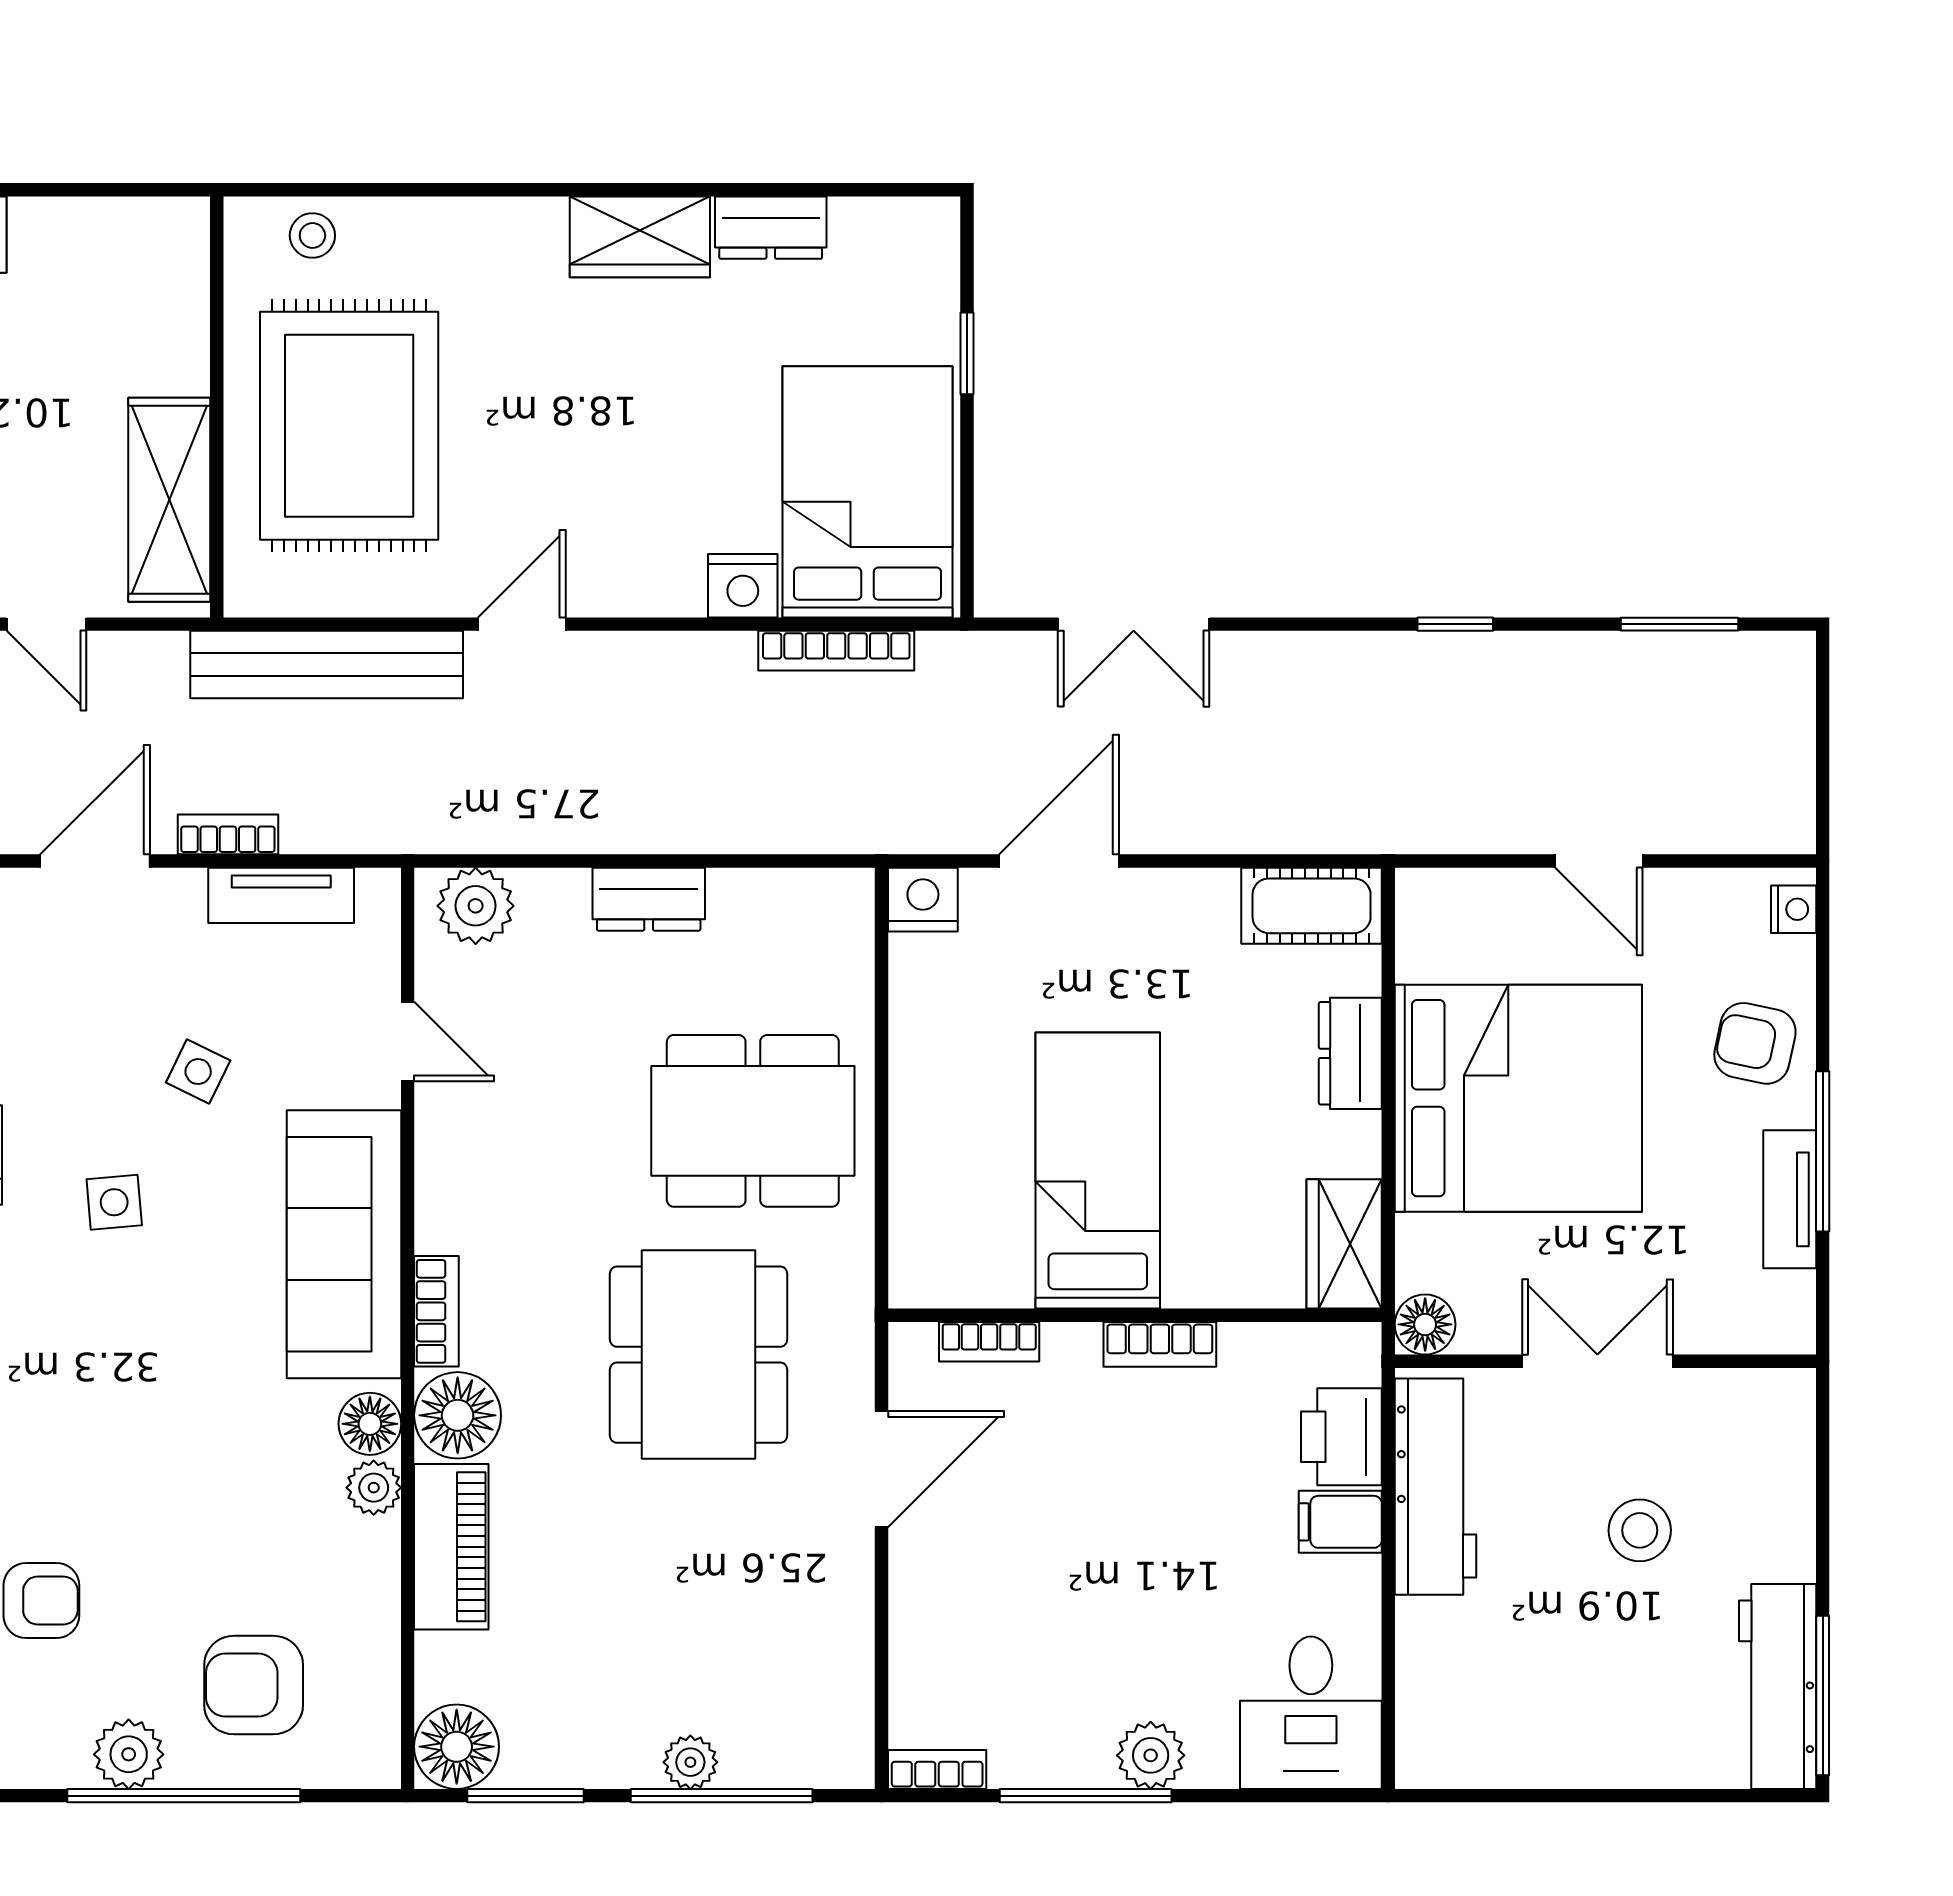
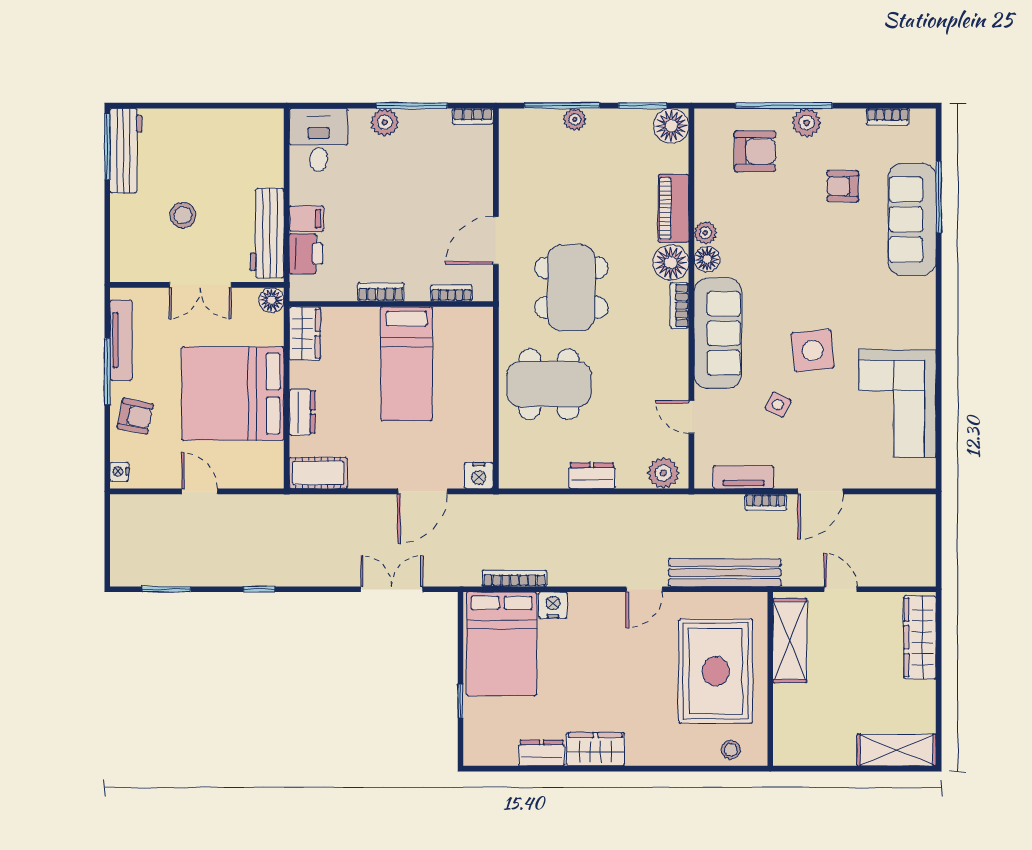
tv unit: (1790, 1199) -> (121, 340), width x1.41
side table: (114, 1202) -> (813, 351), width x1.87, depth x1.87

